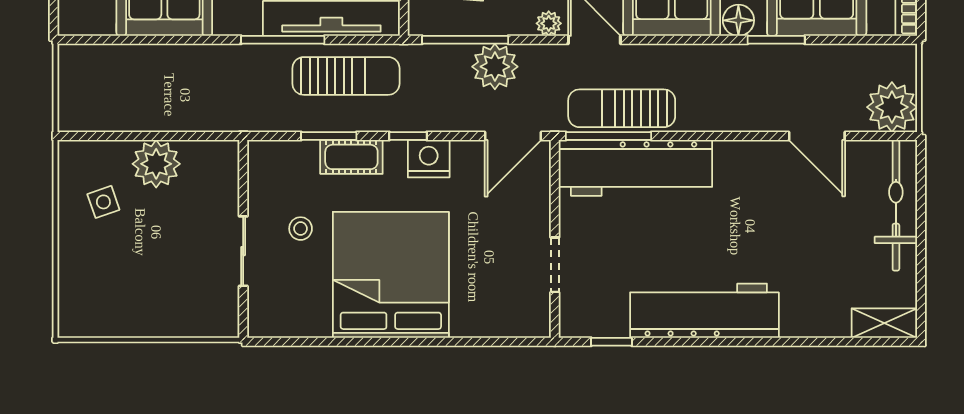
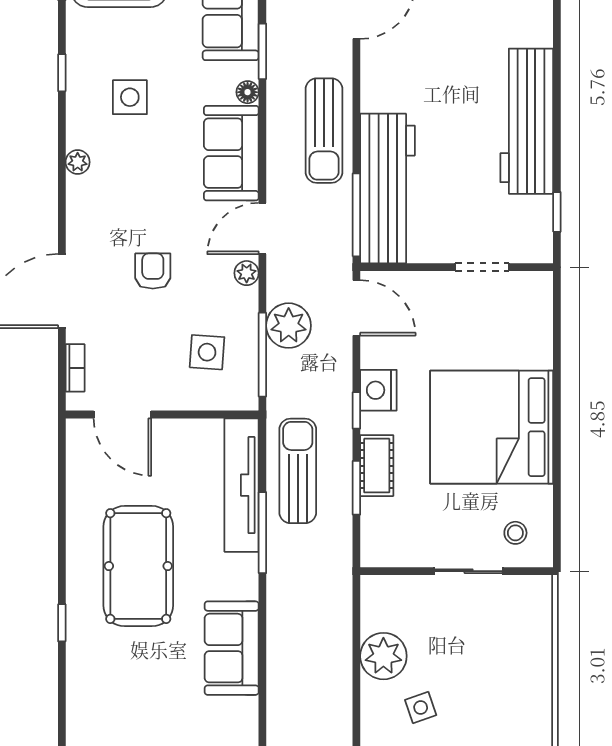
floor lamp: (738, 20) -> (248, 92), width x0.73, depth x0.73
sun lounger: (622, 108) -> (324, 131), moved
stool: (301, 229) -> (515, 533), moved

